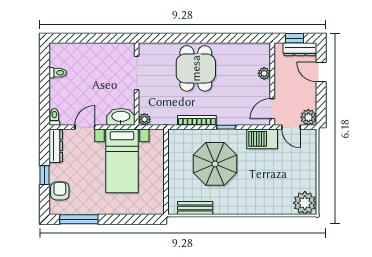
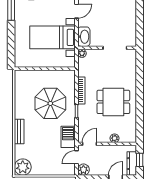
dining table: (196, 68) -> (113, 102), moved
door: (272, 109) -> (89, 144), hinge flipped
door: (85, 127) -> (76, 11), hinge flipped
bench: (195, 208) -> (19, 131), moved

